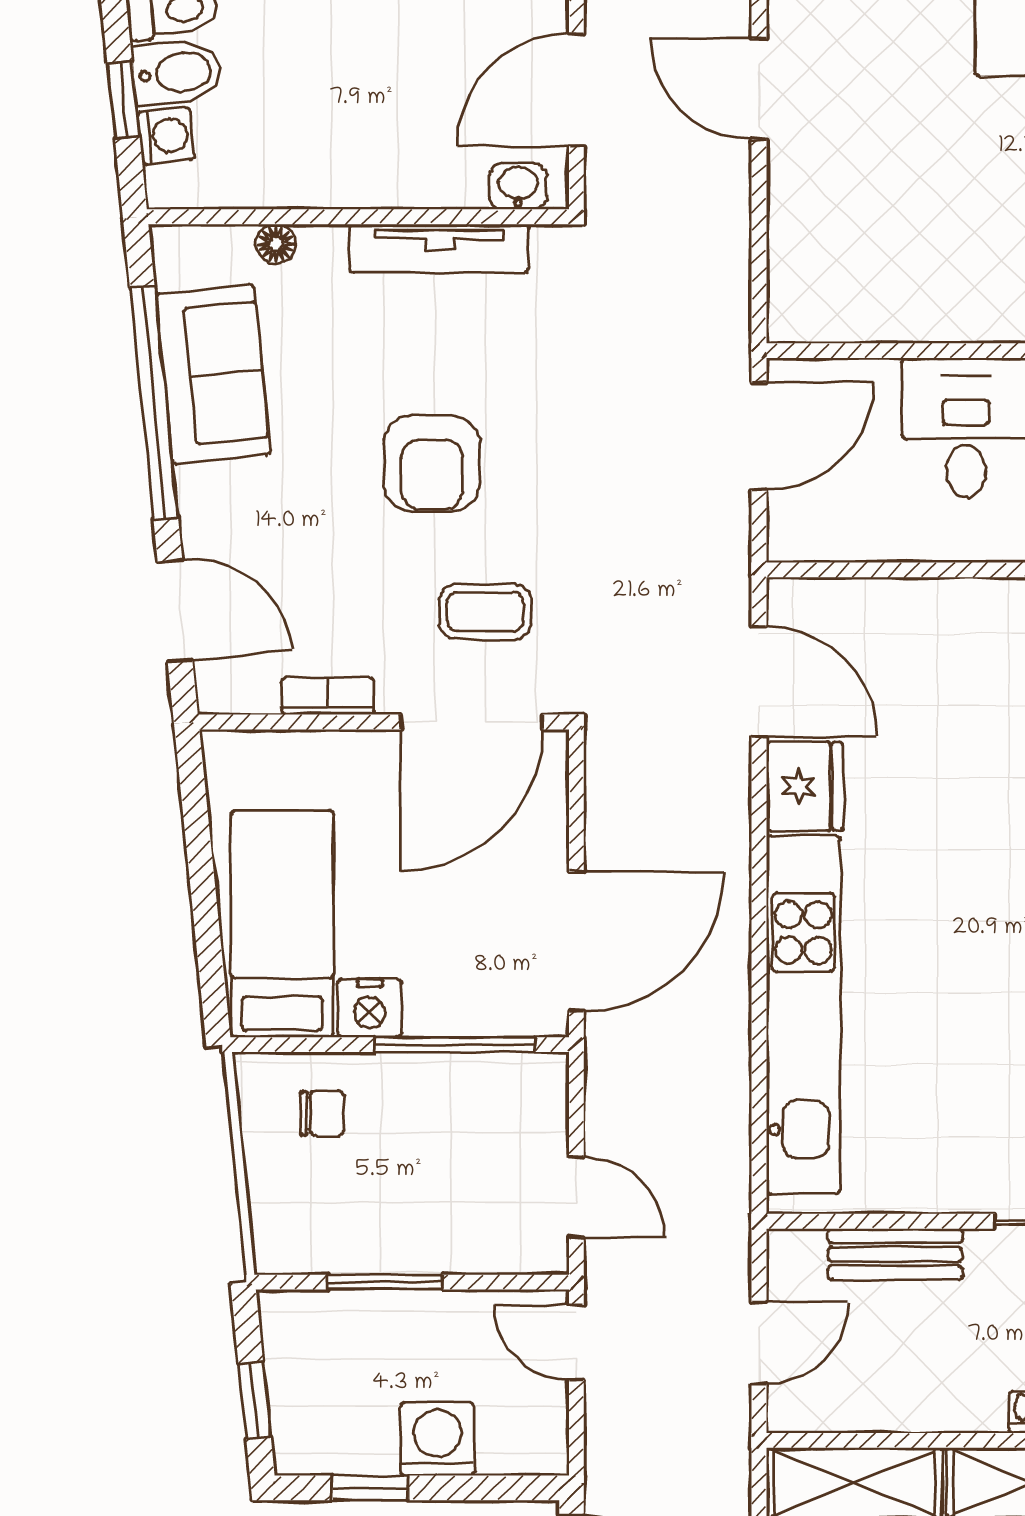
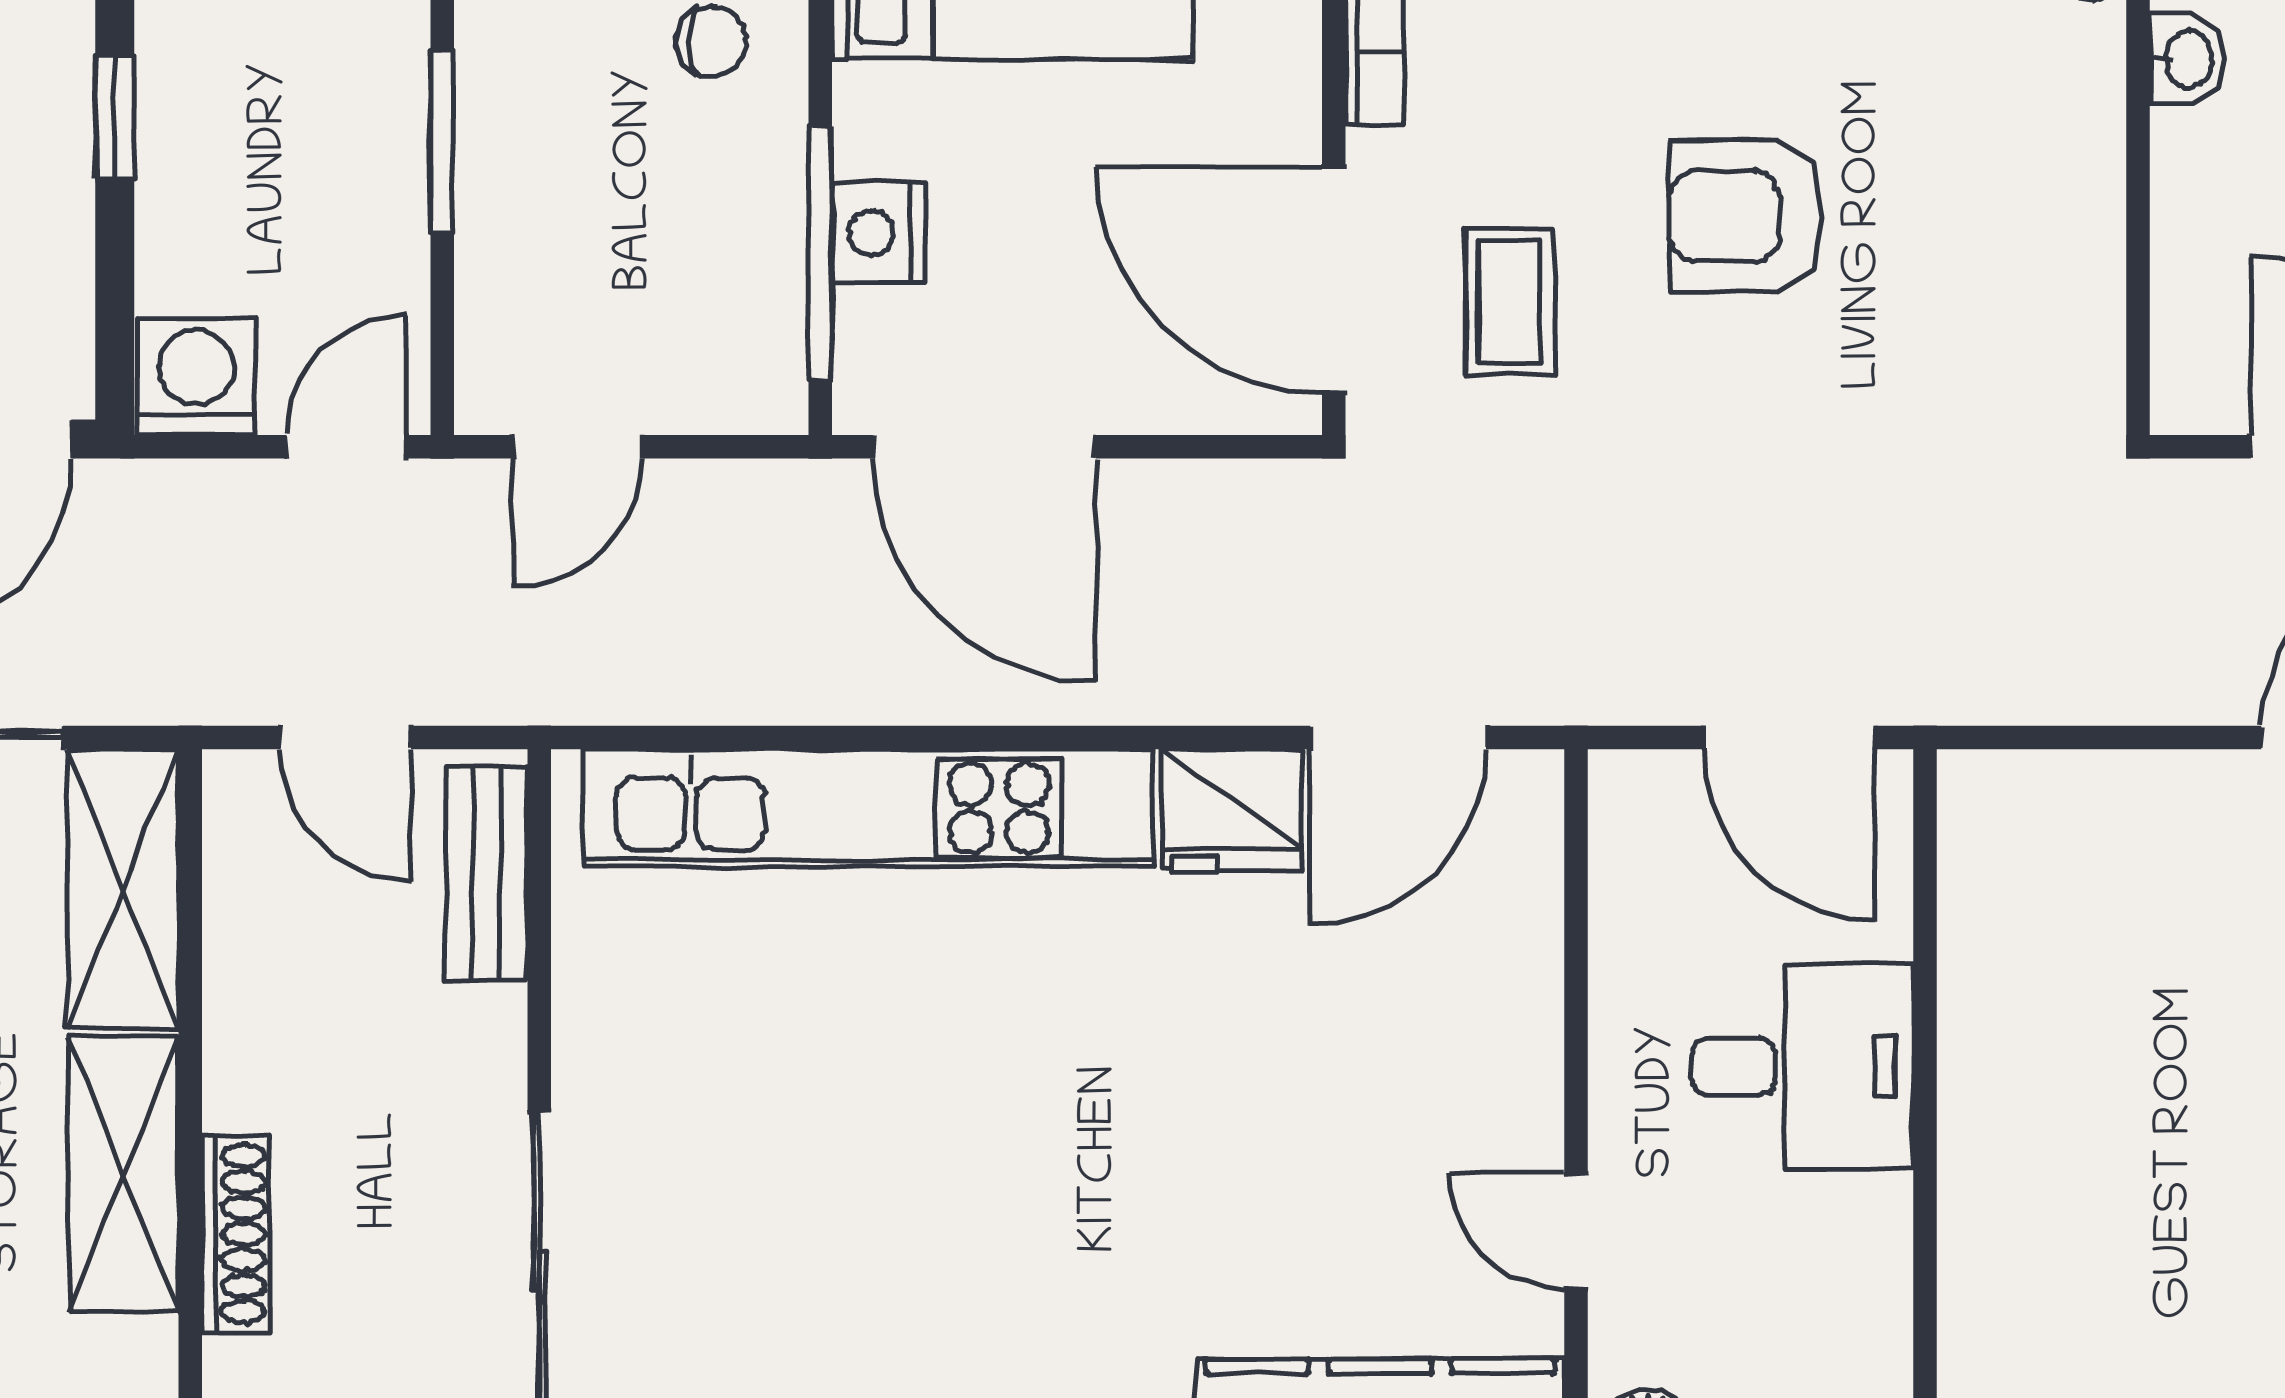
washbasin: (518, 186) -> (2187, 59), moved
tv unit: (439, 248) -> (2088, 228), removed
nightstand: (370, 1008) -> (878, 233), moved
chair: (322, 1113) -> (711, 42), turned -90
bench: (895, 1254) -> (487, 873), moved
washing machine: (437, 1439) -> (196, 377), moved, turned -90

